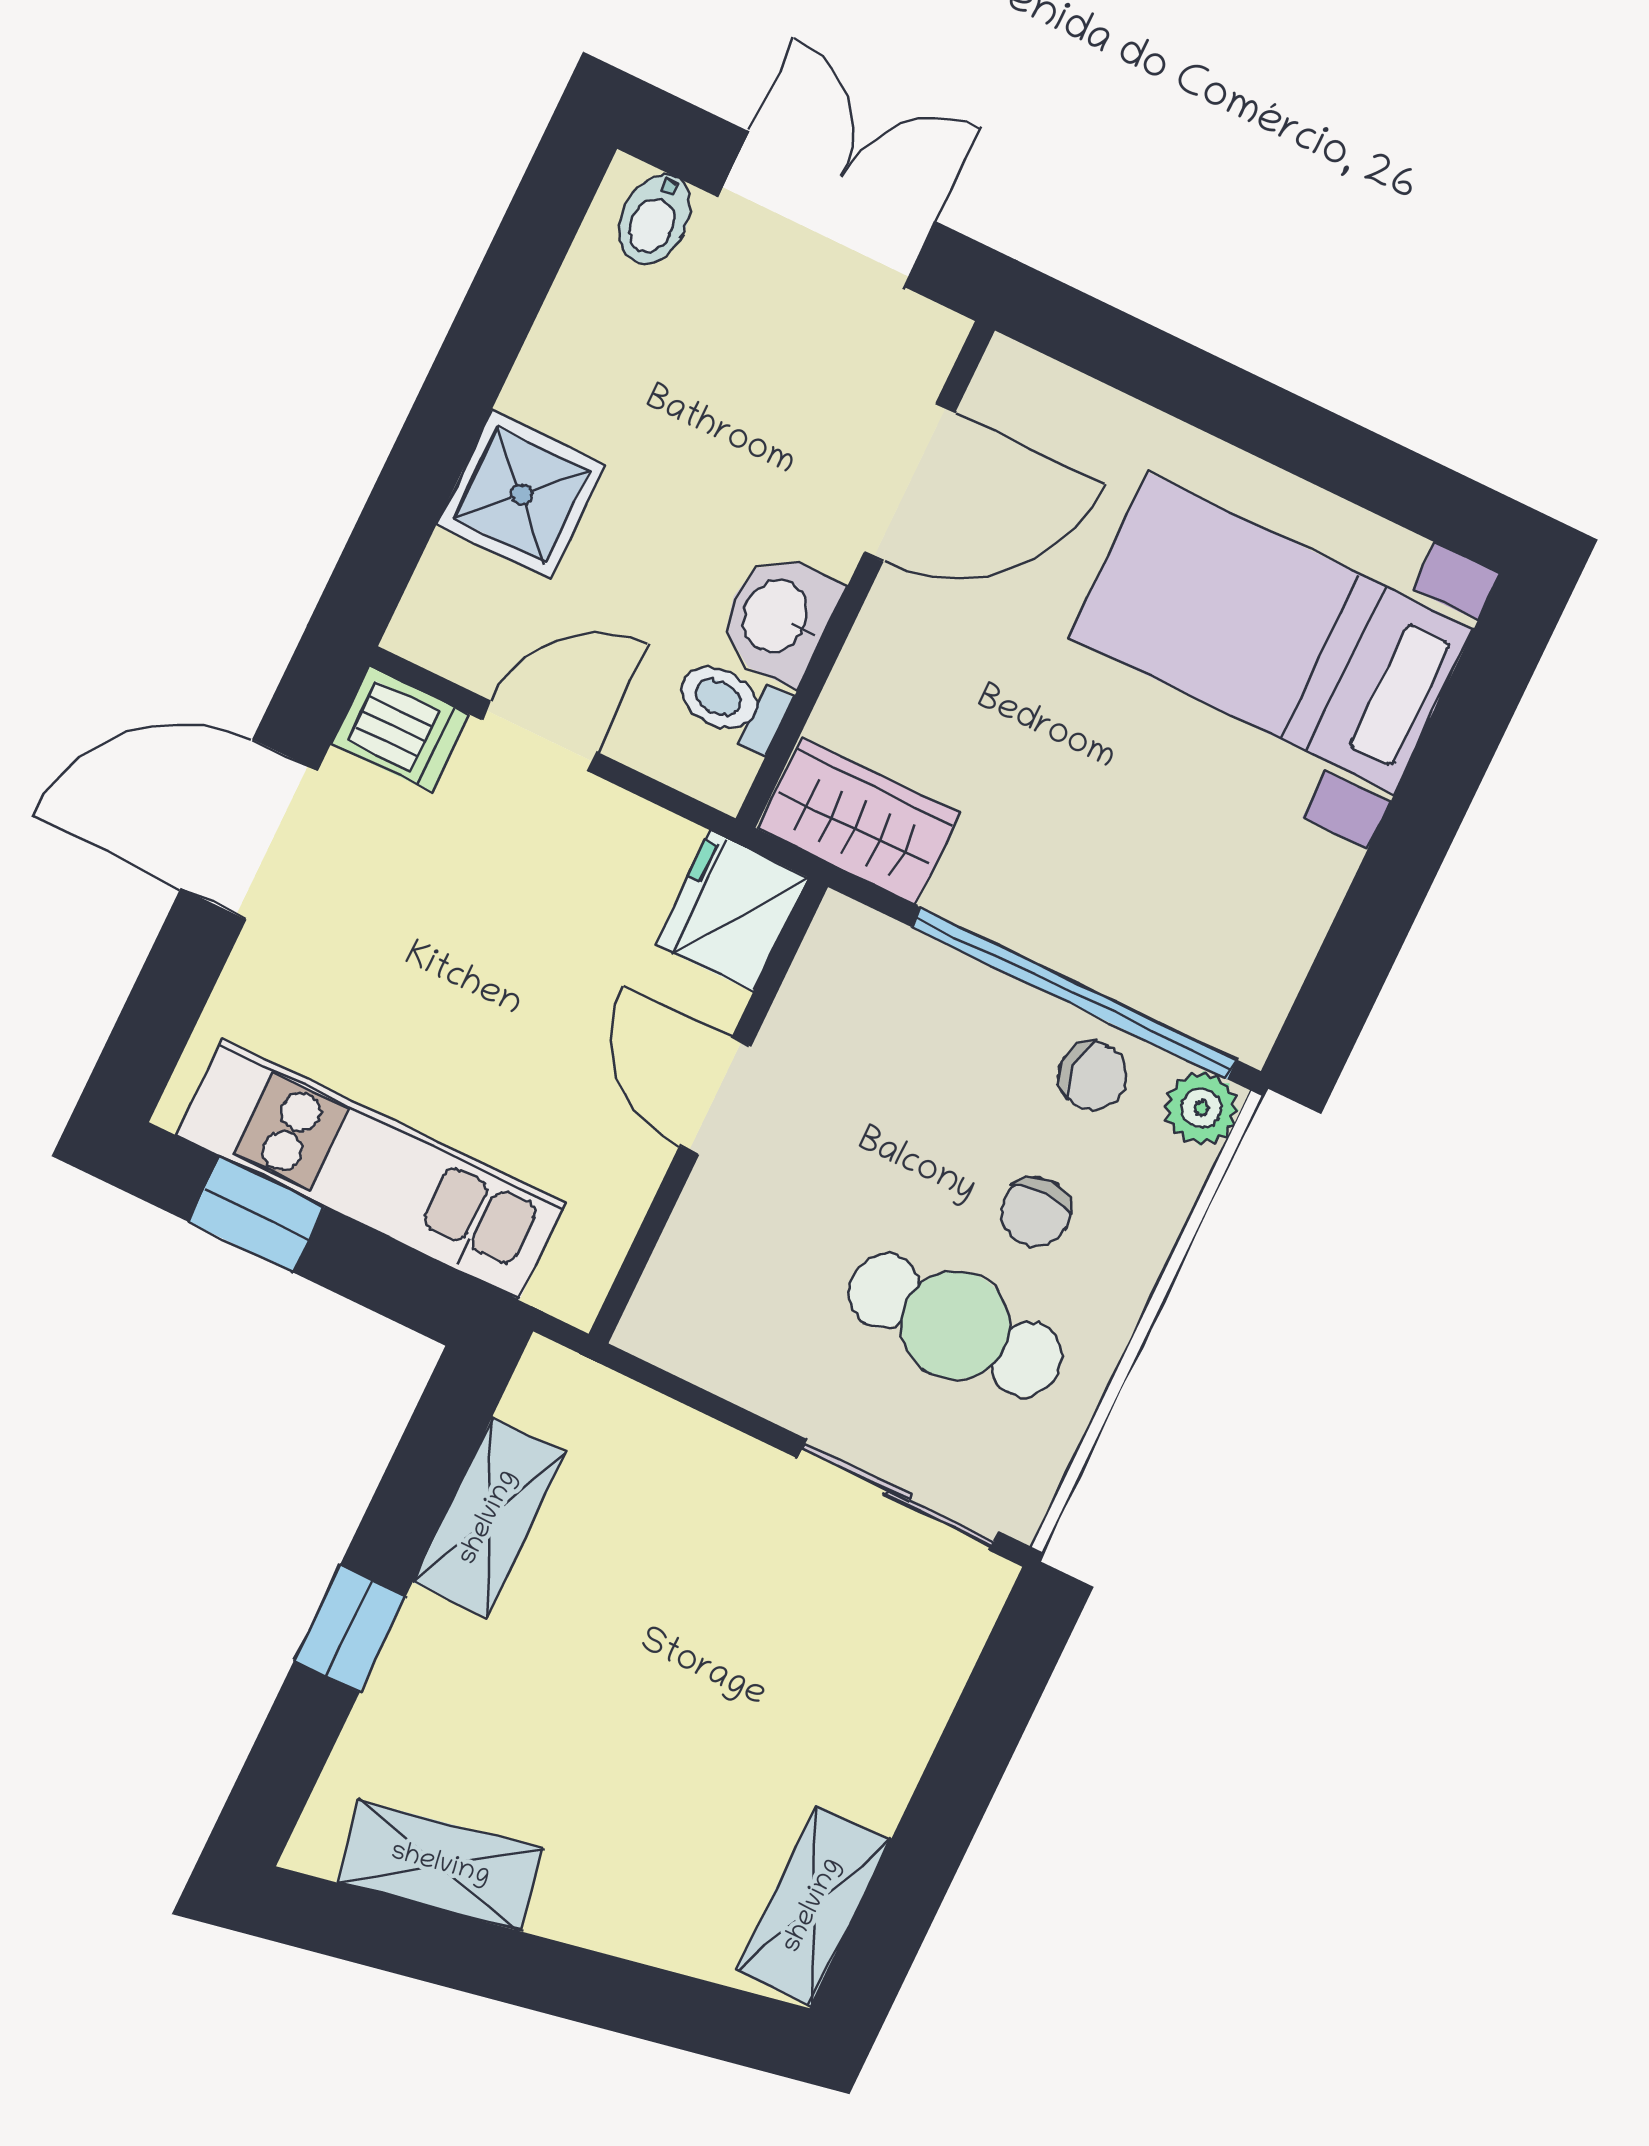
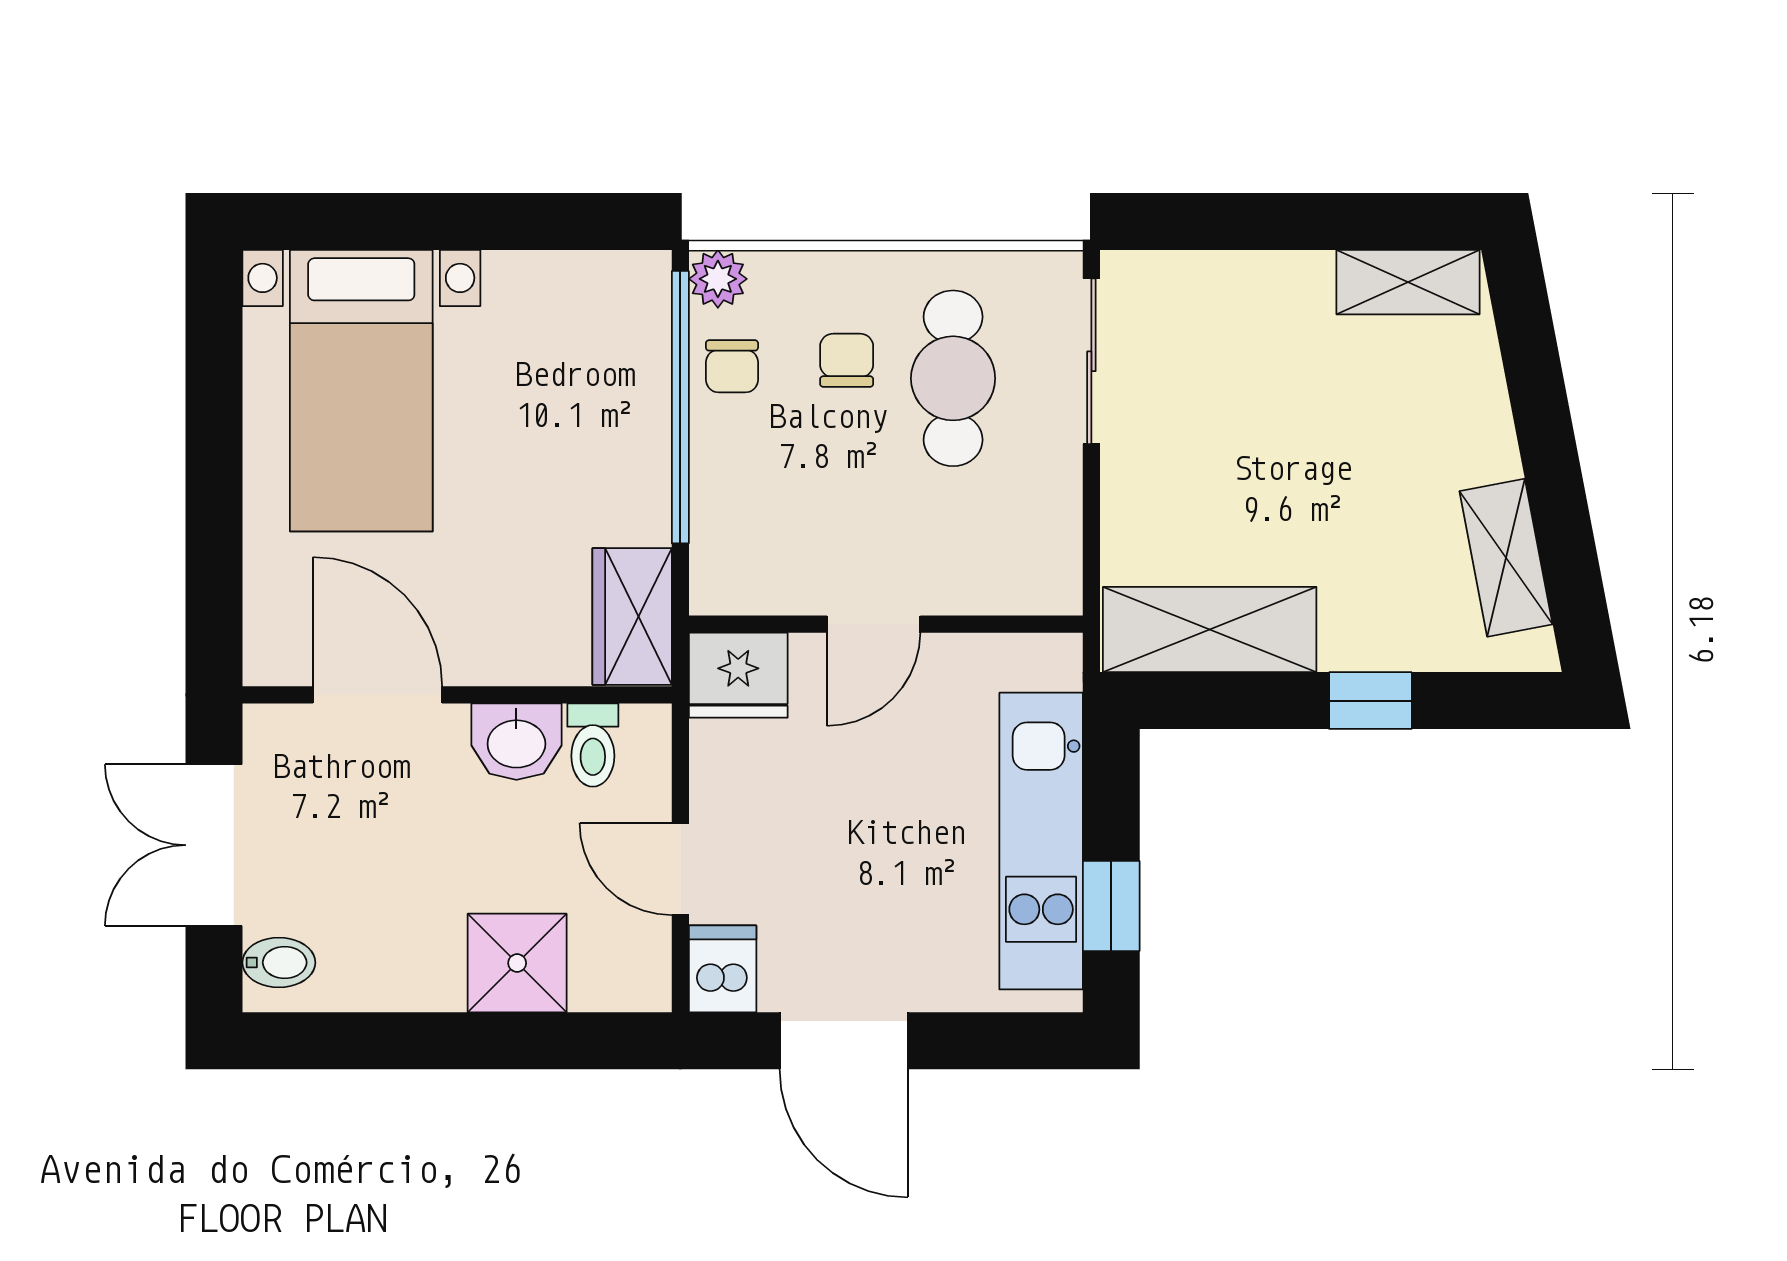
chair: (1093, 1076) -> (732, 366), turned 180
chair: (1036, 1212) -> (847, 360), turned -90
shelving: (489, 1518) -> (1210, 630), width x1.50, depth x1.33

